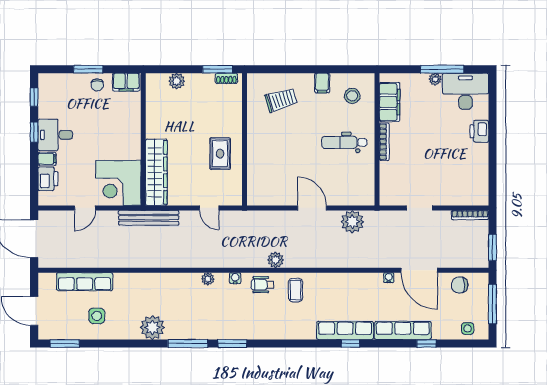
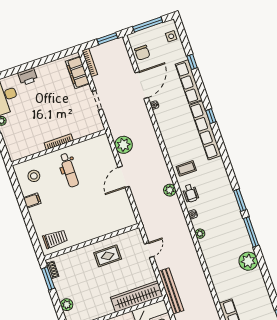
trolley: (281, 100) -> (55, 239), moved, turned 107
filing cabinet: (390, 102) -> (78, 72), moved, turned -90
side table: (97, 316) -> (254, 304), removed
row of seats: (345, 330) -> (205, 130), width x1.36

